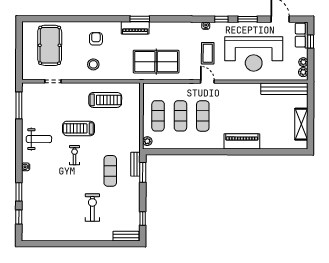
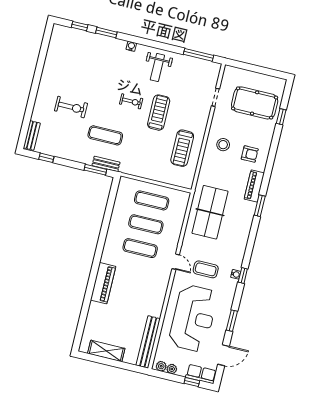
window: (56, 19) -> (281, 117), added
window: (221, 19) -> (243, 276), moved
piano: (135, 28) -> (254, 186), moved
reception desk: (254, 54) -> (193, 318), turned 180
door: (207, 82) -> (176, 262), hinge flipped
plant: (147, 141) -> (128, 182), removed

